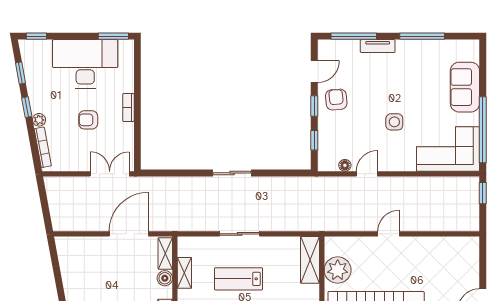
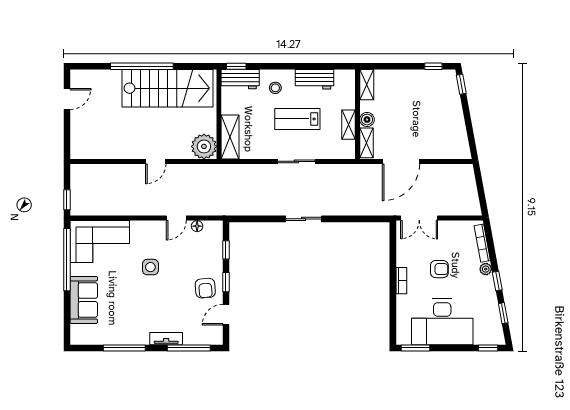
plant: (338, 270) -> (204, 146), moved
lab bench: (239, 279) -> (297, 119), turned 180

